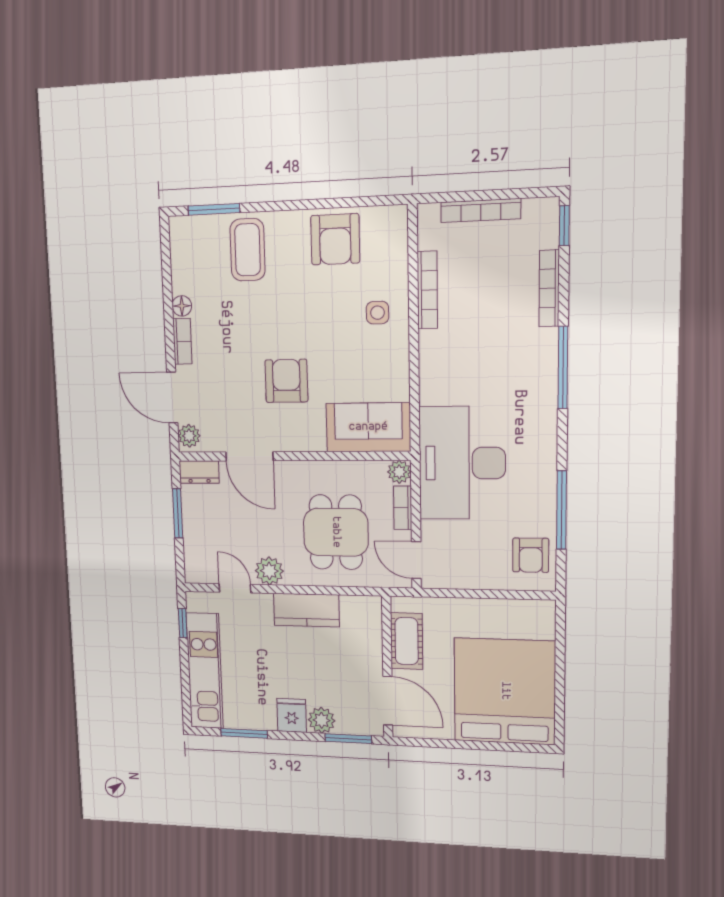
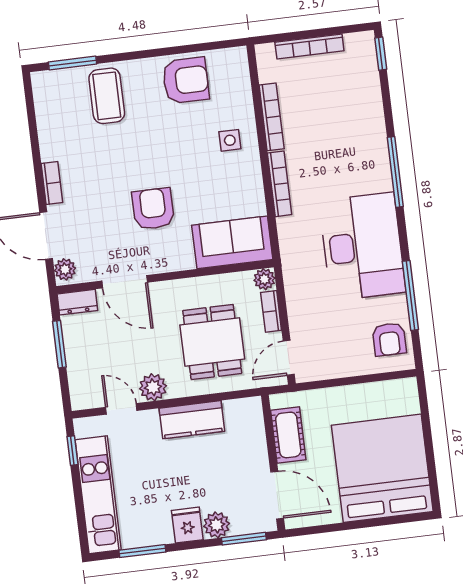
armchair: (335, 239) -> (186, 80), turned -90
bookcase: (549, 288) -> (280, 184), moved, turned 180
floor lamp: (182, 306) -> (49, 151), removed
desk: (462, 463) -> (362, 247), moved, turned 180
door: (416, 560) -> (289, 358), hinge flipped

